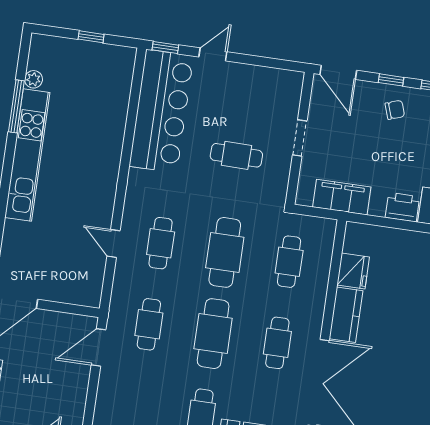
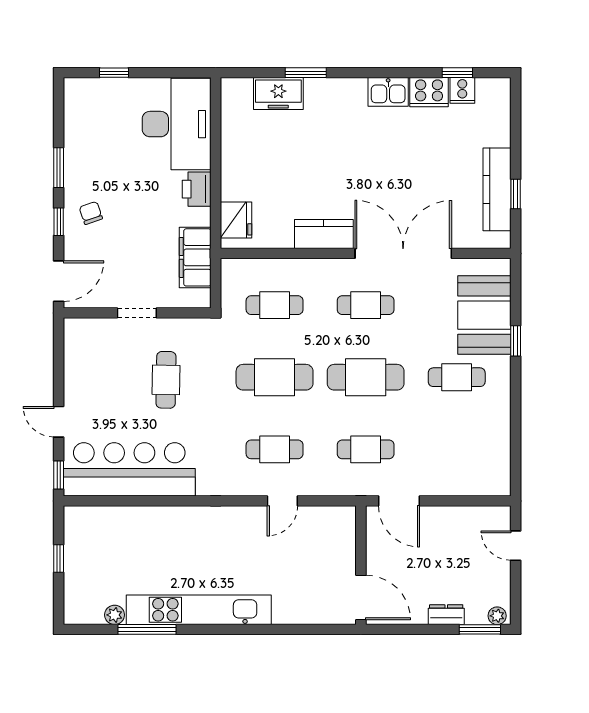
fridge: (353, 271) -> (236, 220), moved, turned 90

